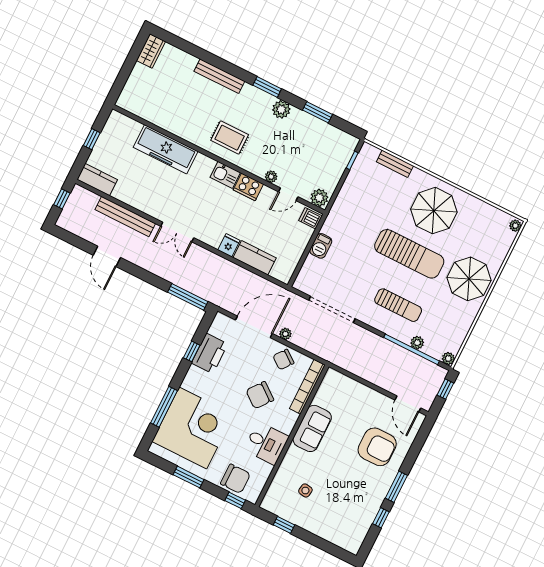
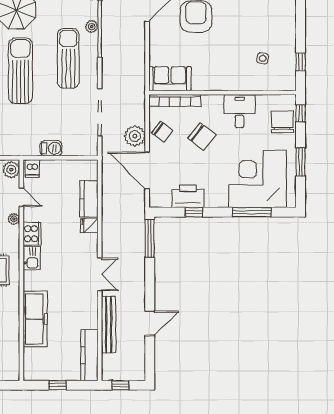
kitchen counter: (97, 180) -> (89, 355), width x1.50
sun lounger: (398, 305) -> (68, 58), width x1.36, depth x1.34
plant: (285, 334) -> (135, 136), width x1.88, depth x1.88
sofa: (312, 428) -> (170, 79), moved

